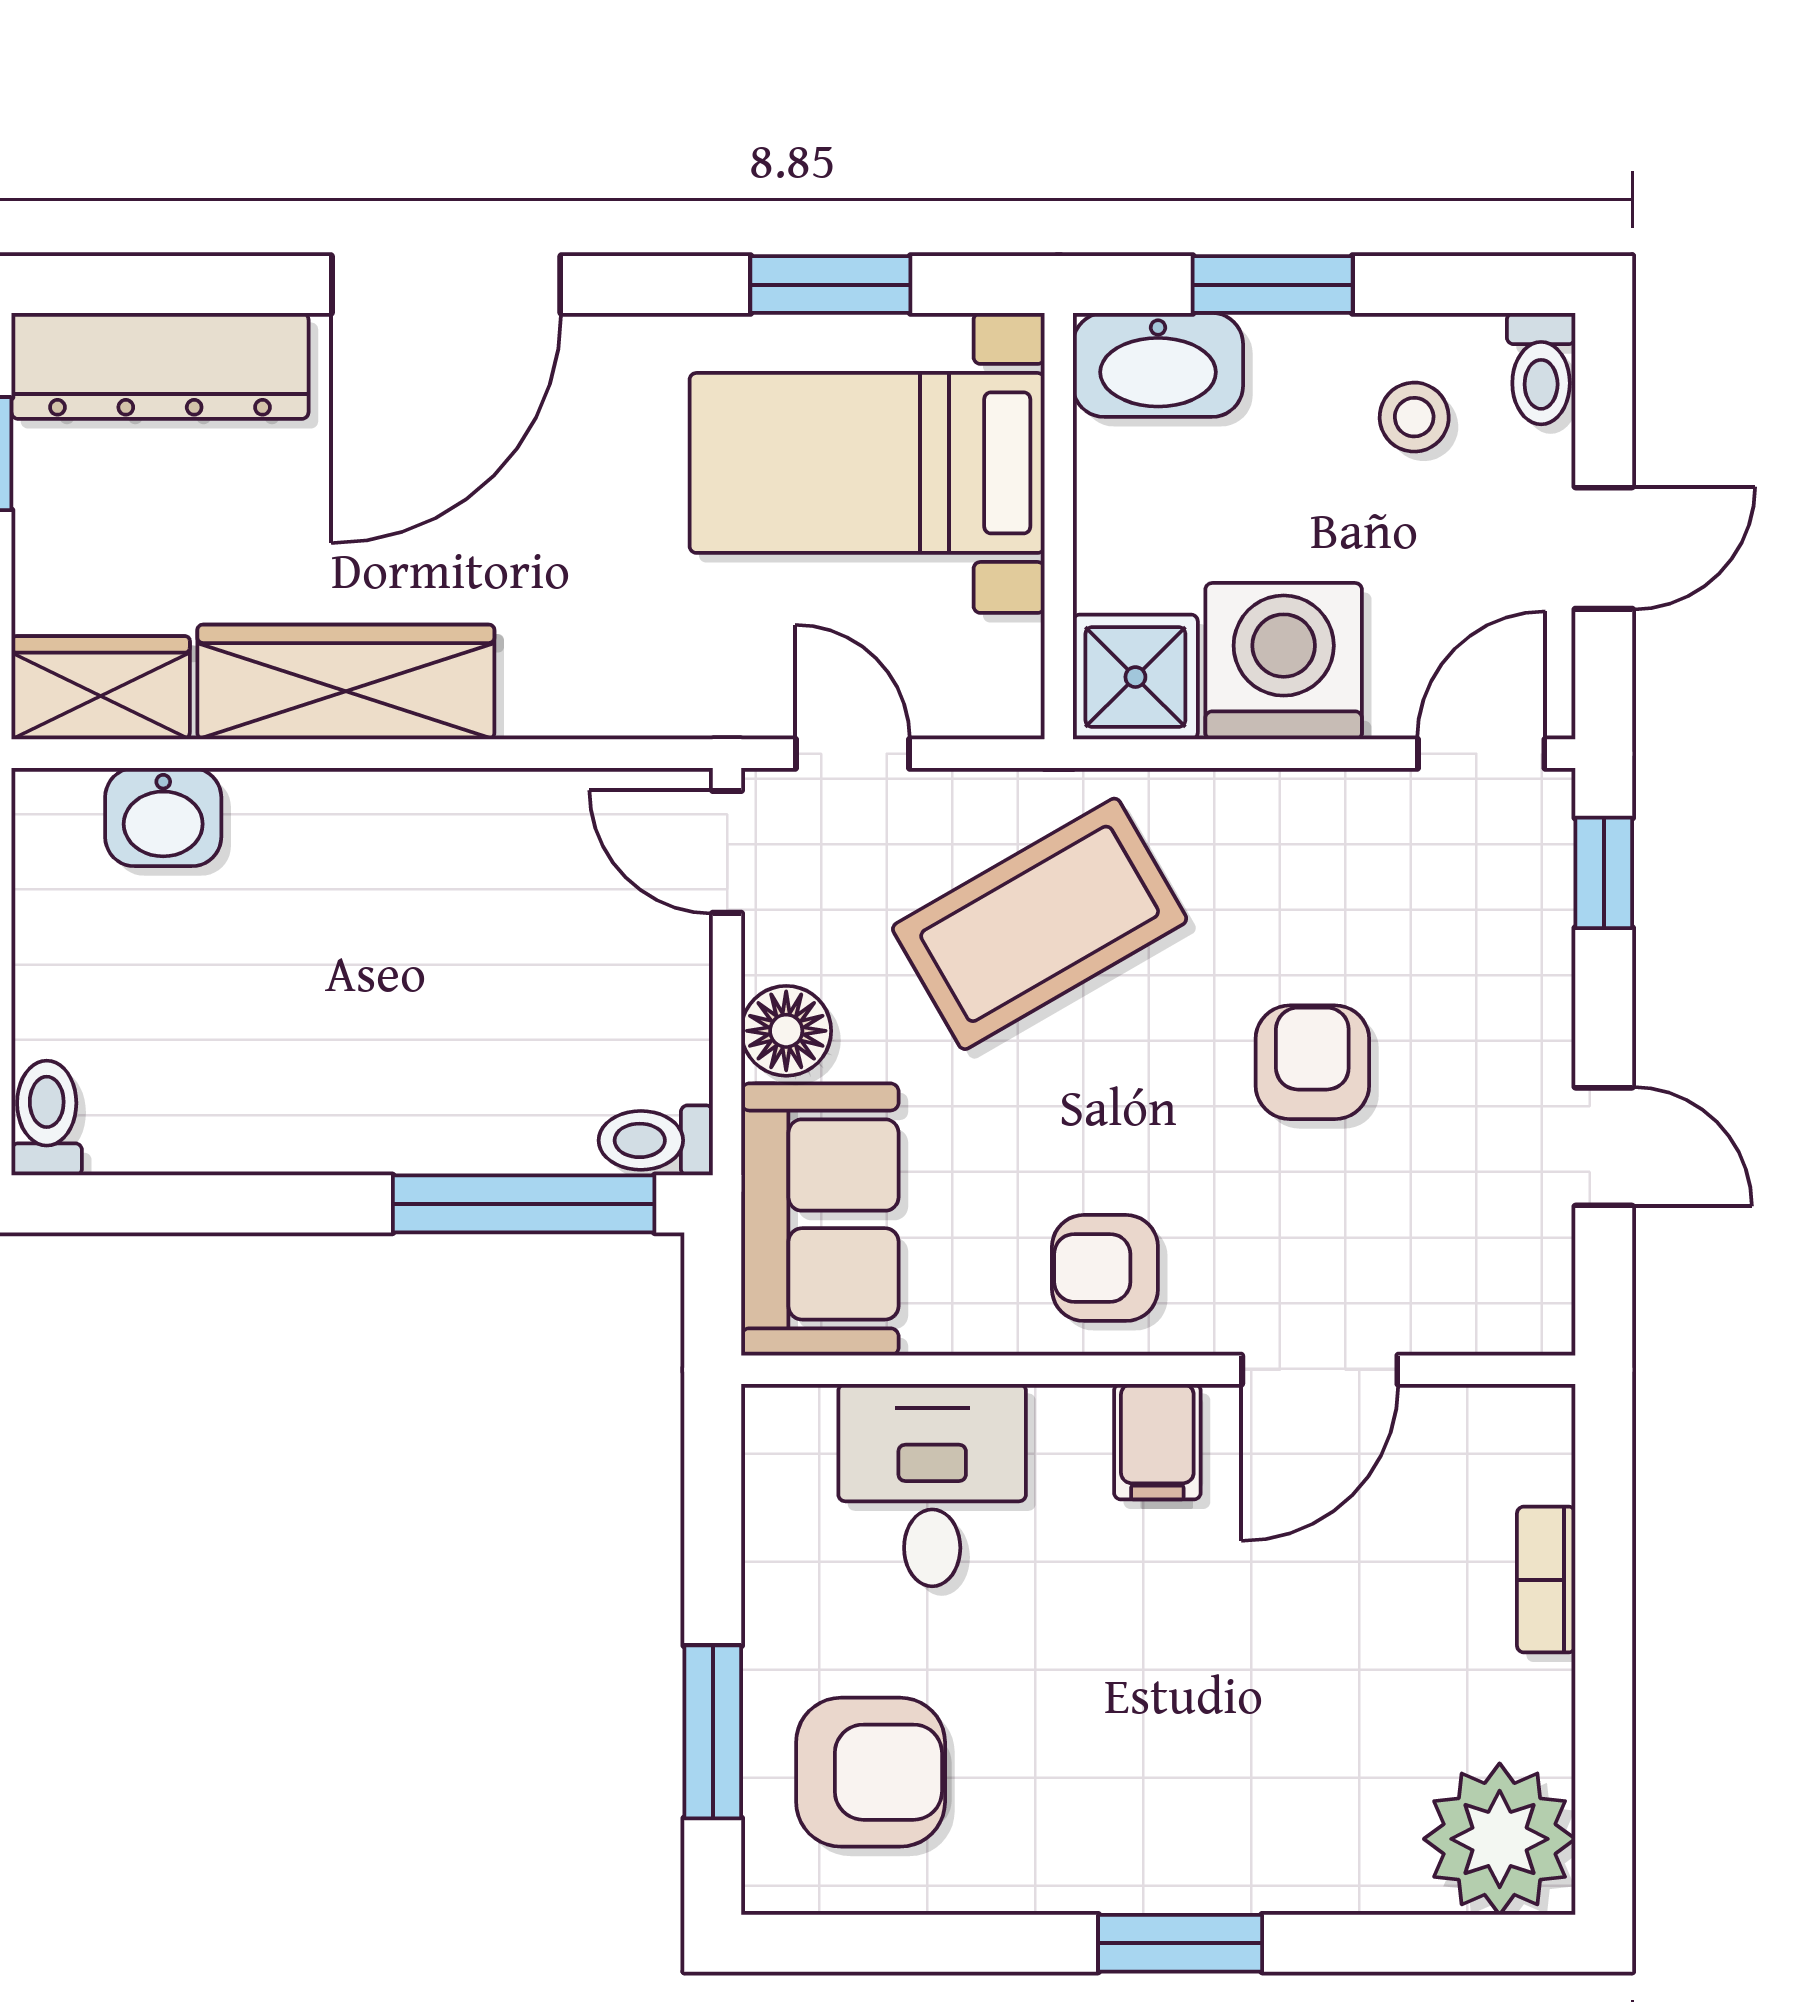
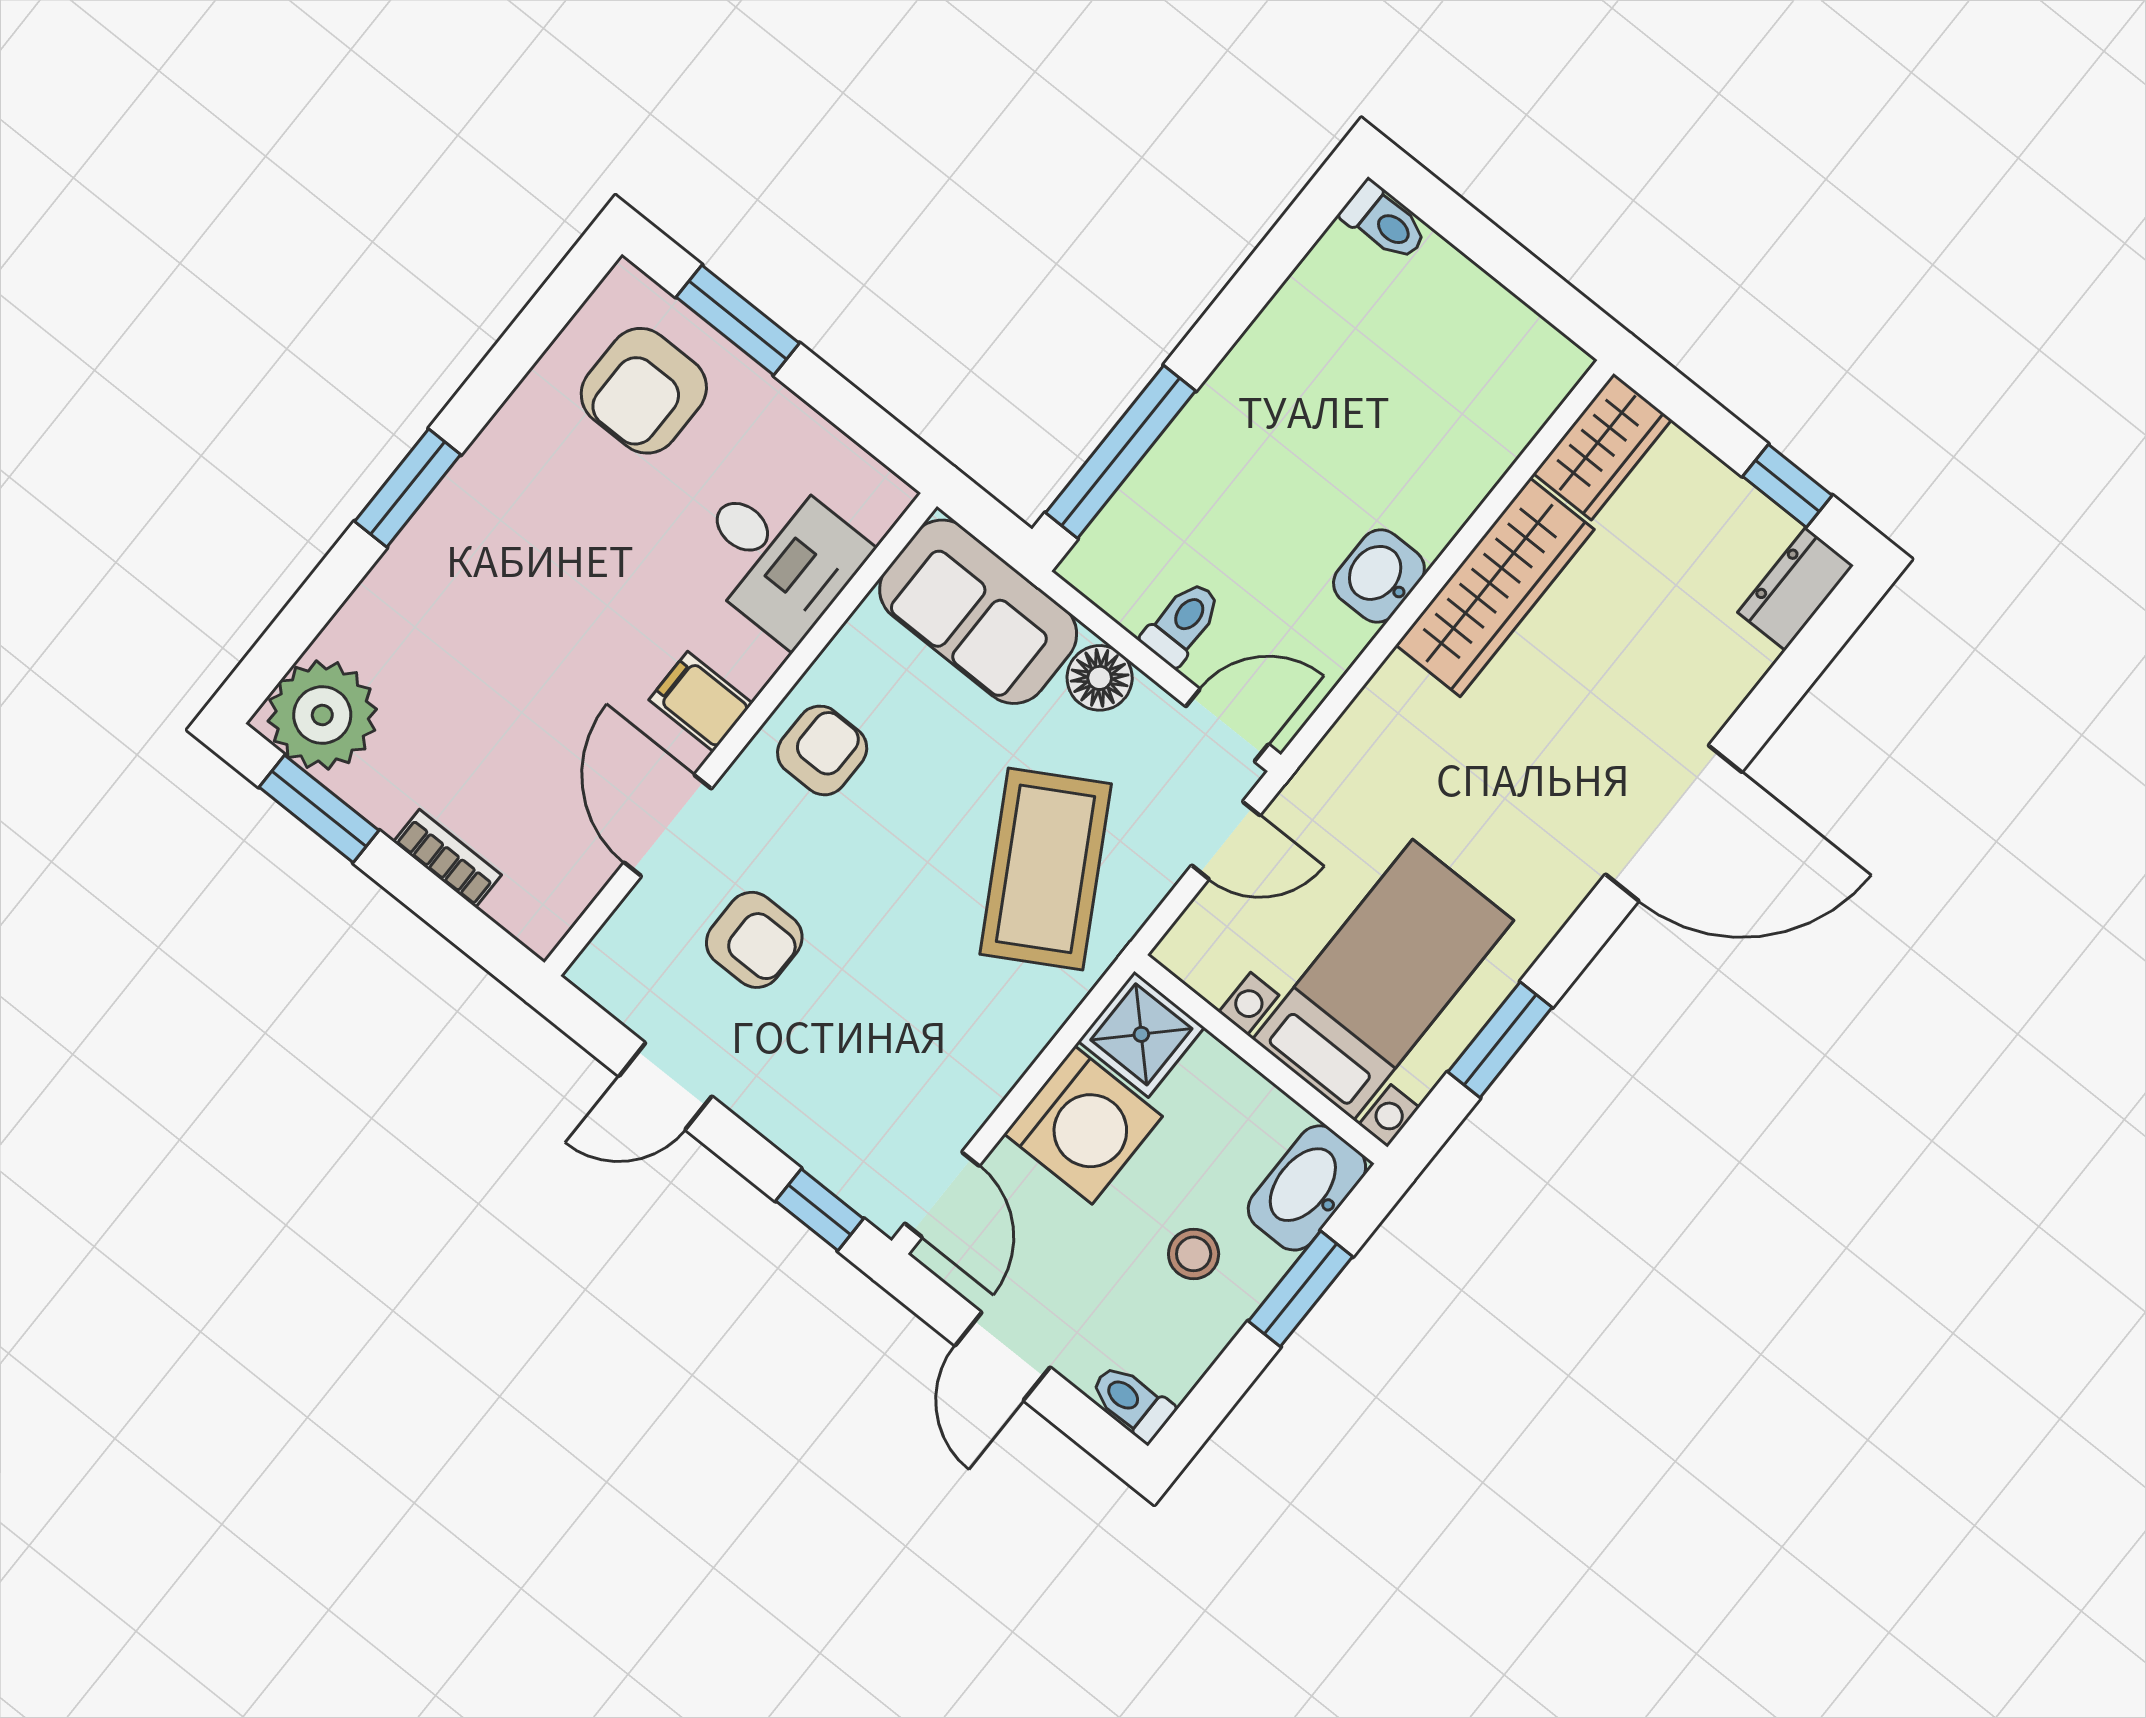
door: (446, 285) -> (1674, 823), swing flipped
dresser: (160, 366) -> (1796, 589), width x0.51, depth x0.80
stool: (1414, 417) -> (1194, 1254), moved
washbasin: (163, 817) -> (1379, 576), moved
armchair: (1312, 1062) -> (754, 940), moved
toilet: (656, 1140) -> (1182, 623), moved
window: (1604, 1761) -> (319, 809), added

